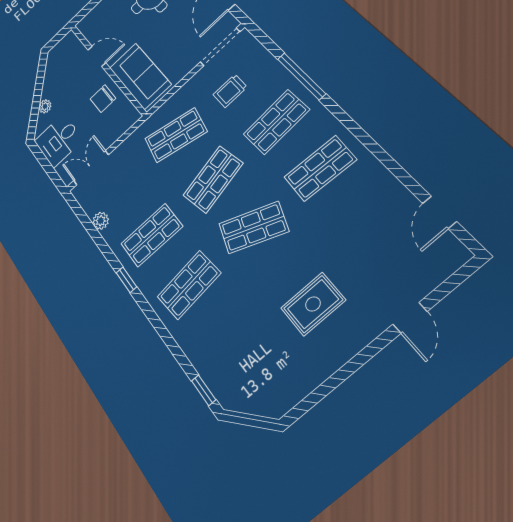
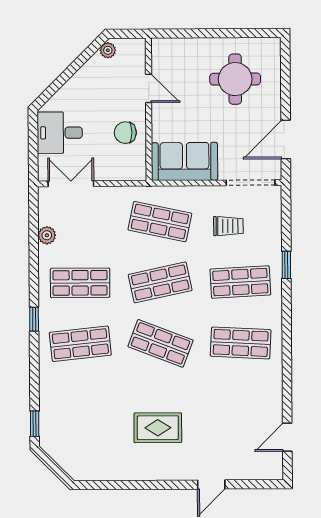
sofa: (140, 76) -> (184, 161), moved, turned -90
window: (301, 76) -> (286, 265), width x0.46
trolley: (230, 91) -> (228, 226), turned 180
plant: (45, 106) -> (108, 50), moved
window: (126, 280) -> (34, 319), moved

